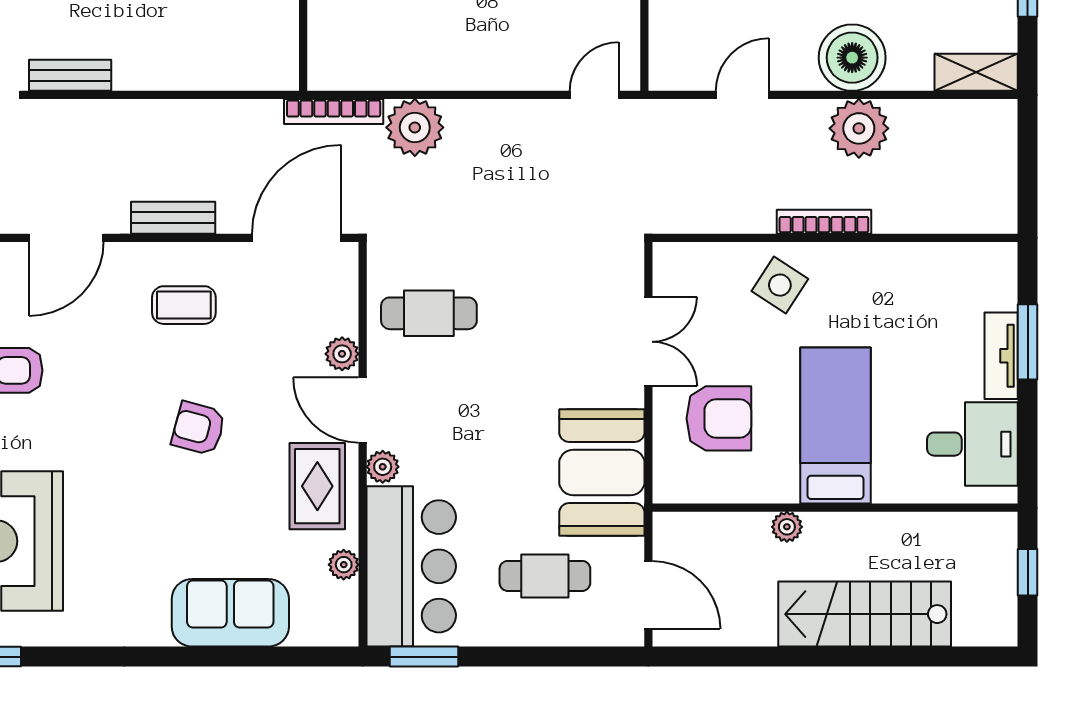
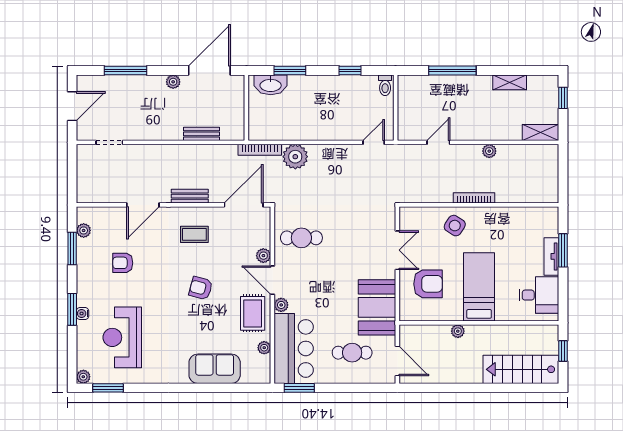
boiler: (852, 58) -> (486, 126), removed
bench: (70, 75) -> (202, 134), moved
plant: (859, 128) -> (489, 151), width x0.53, depth x0.53
stairs: (865, 614) -> (521, 369), moved

